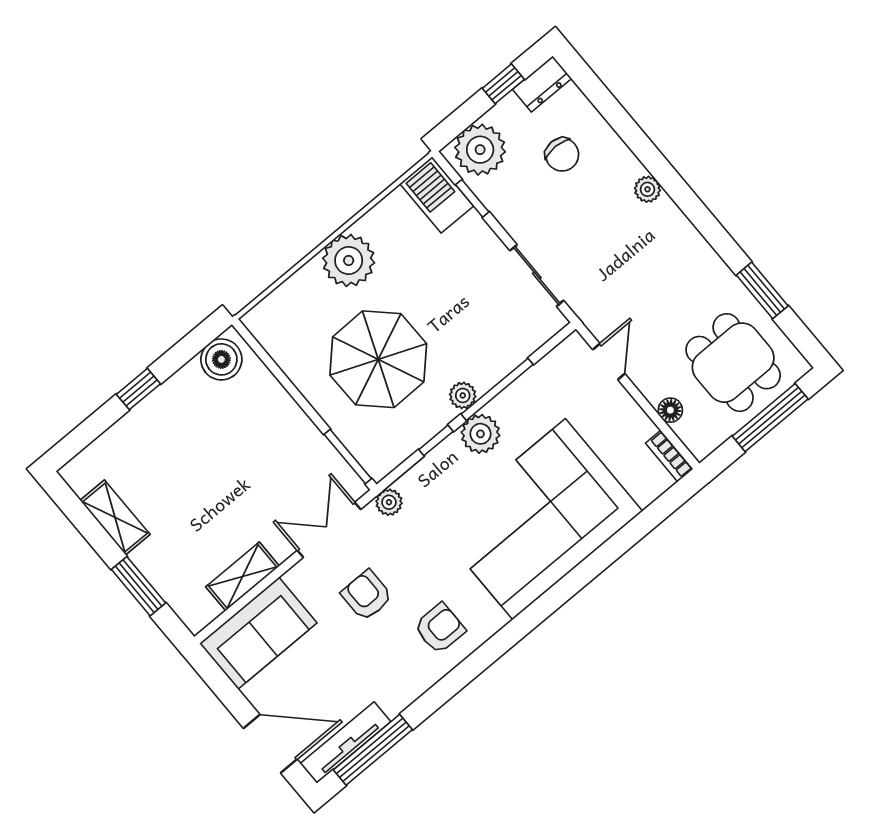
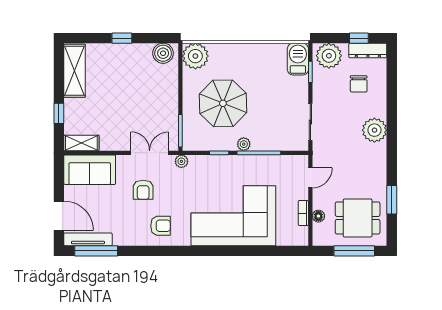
dresser: (542, 84) -> (368, 50), width x1.44
plant: (647, 189) -> (374, 130), width x1.88, depth x1.88
plant: (349, 260) -> (195, 56), moved
dining table: (733, 363) -> (358, 218), turned 90
plant: (480, 434) -> (238, 164), removed
bookcase: (669, 456) -> (303, 213), moved
shelving: (115, 517) -> (75, 71), width x1.50, depth x1.33
shelving: (243, 576) -> (81, 143), moved
window: (139, 586) -> (59, 113), width x0.67
armchair: (367, 595) -> (143, 190), turned 180

